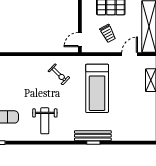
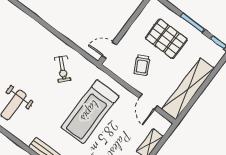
door: (130, 54) -> (148, 102), swing flipped

